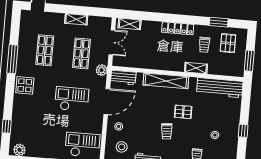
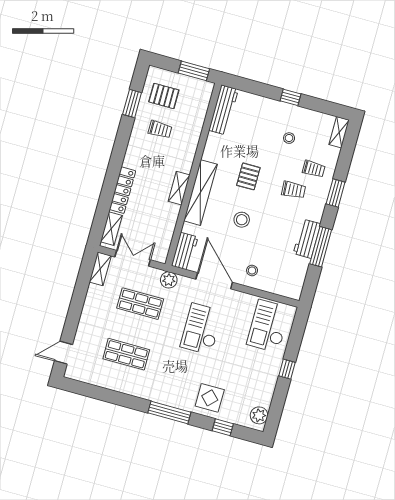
shelving: (76, 19) -> (100, 269), moved
locker: (178, 28) -> (122, 190), moved
window: (12, 59) -> (169, 413), moved
shelving: (196, 68) -> (179, 188), moved
display table: (25, 85) -> (210, 398), moved
workbench: (220, 88) -> (224, 110), width x0.73, depth x0.76
trolley: (167, 131) -> (294, 190), moved
stool: (122, 147) -> (242, 220), moved

